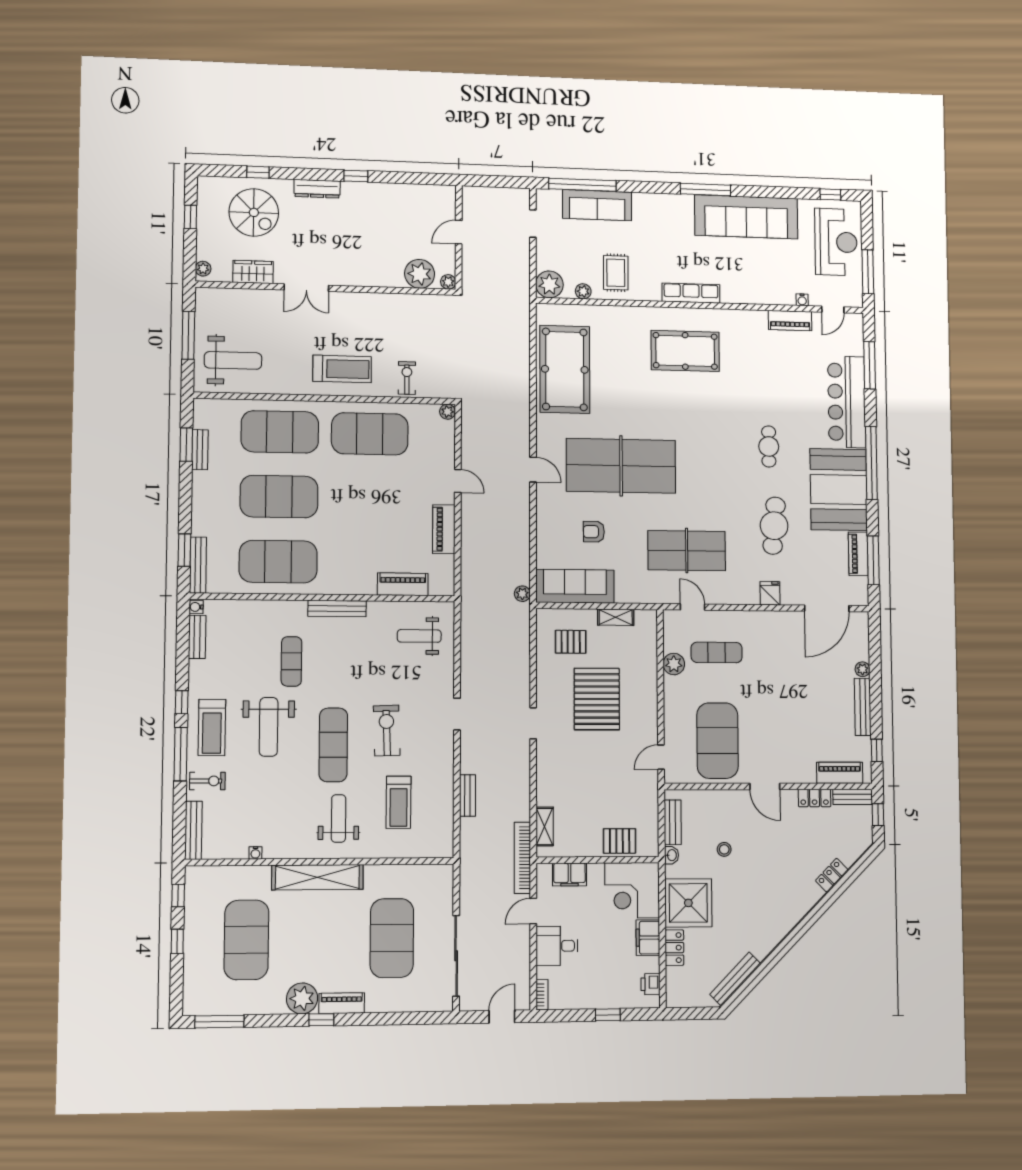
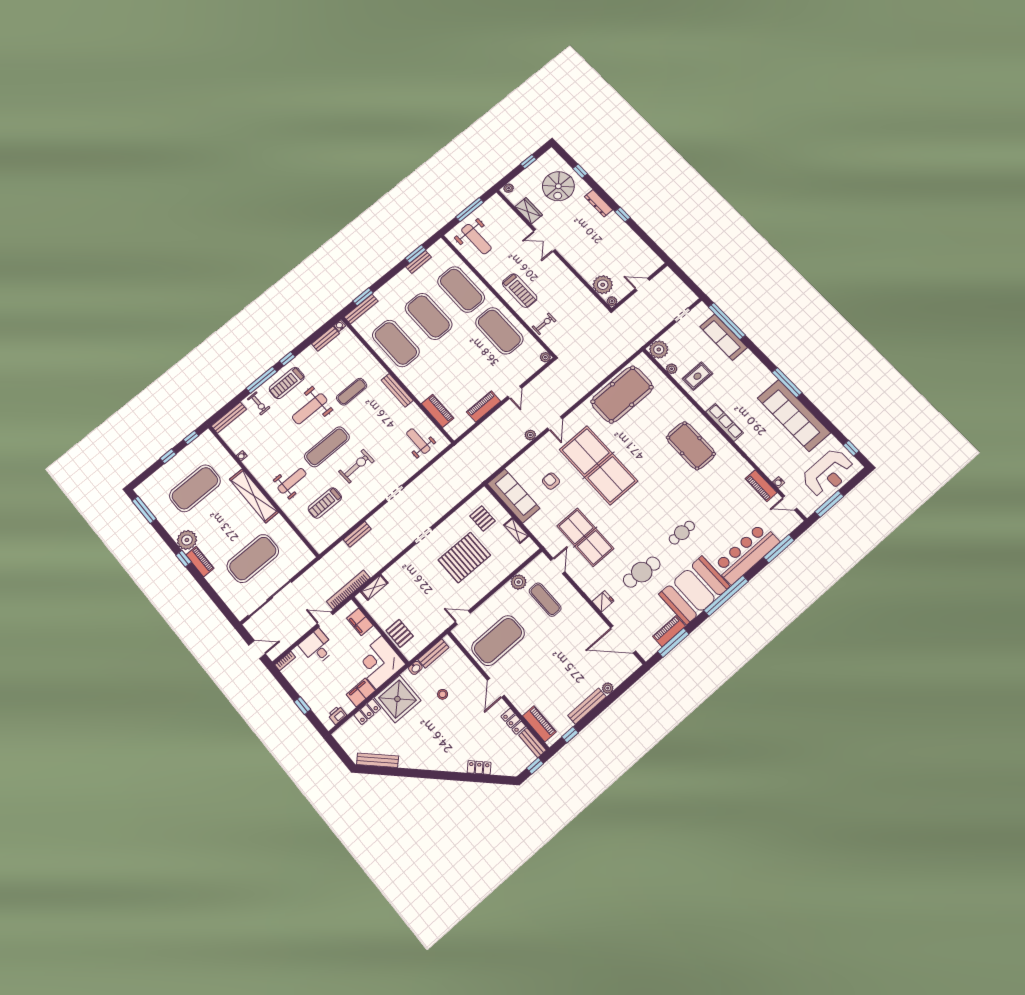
plant: (522, 594) -> (530, 435), moved

